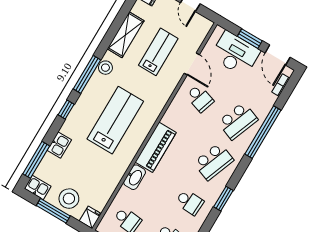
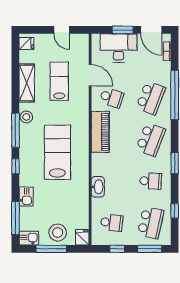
piano: (156, 147) -> (100, 132), moved

